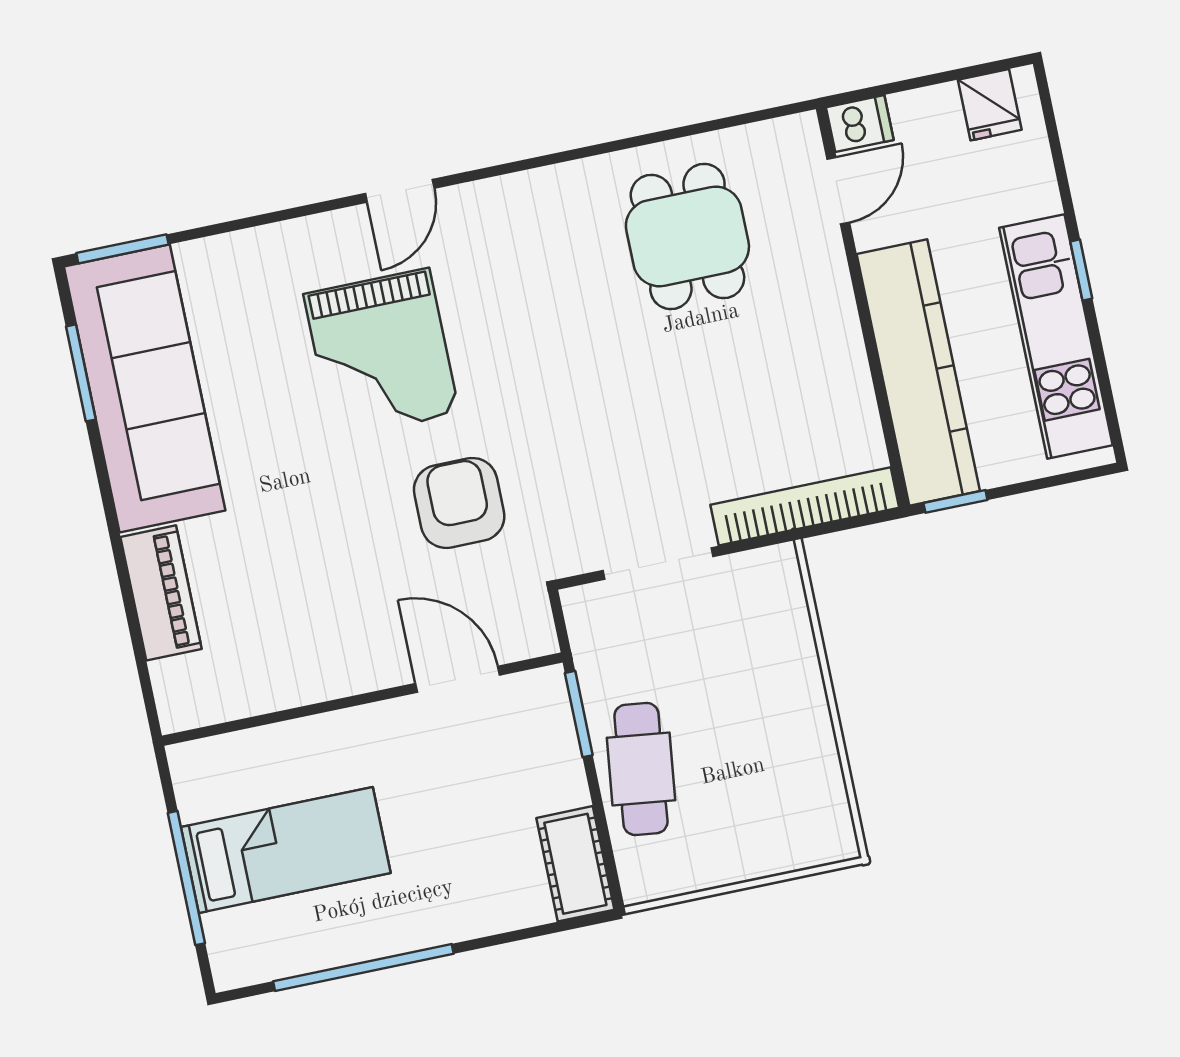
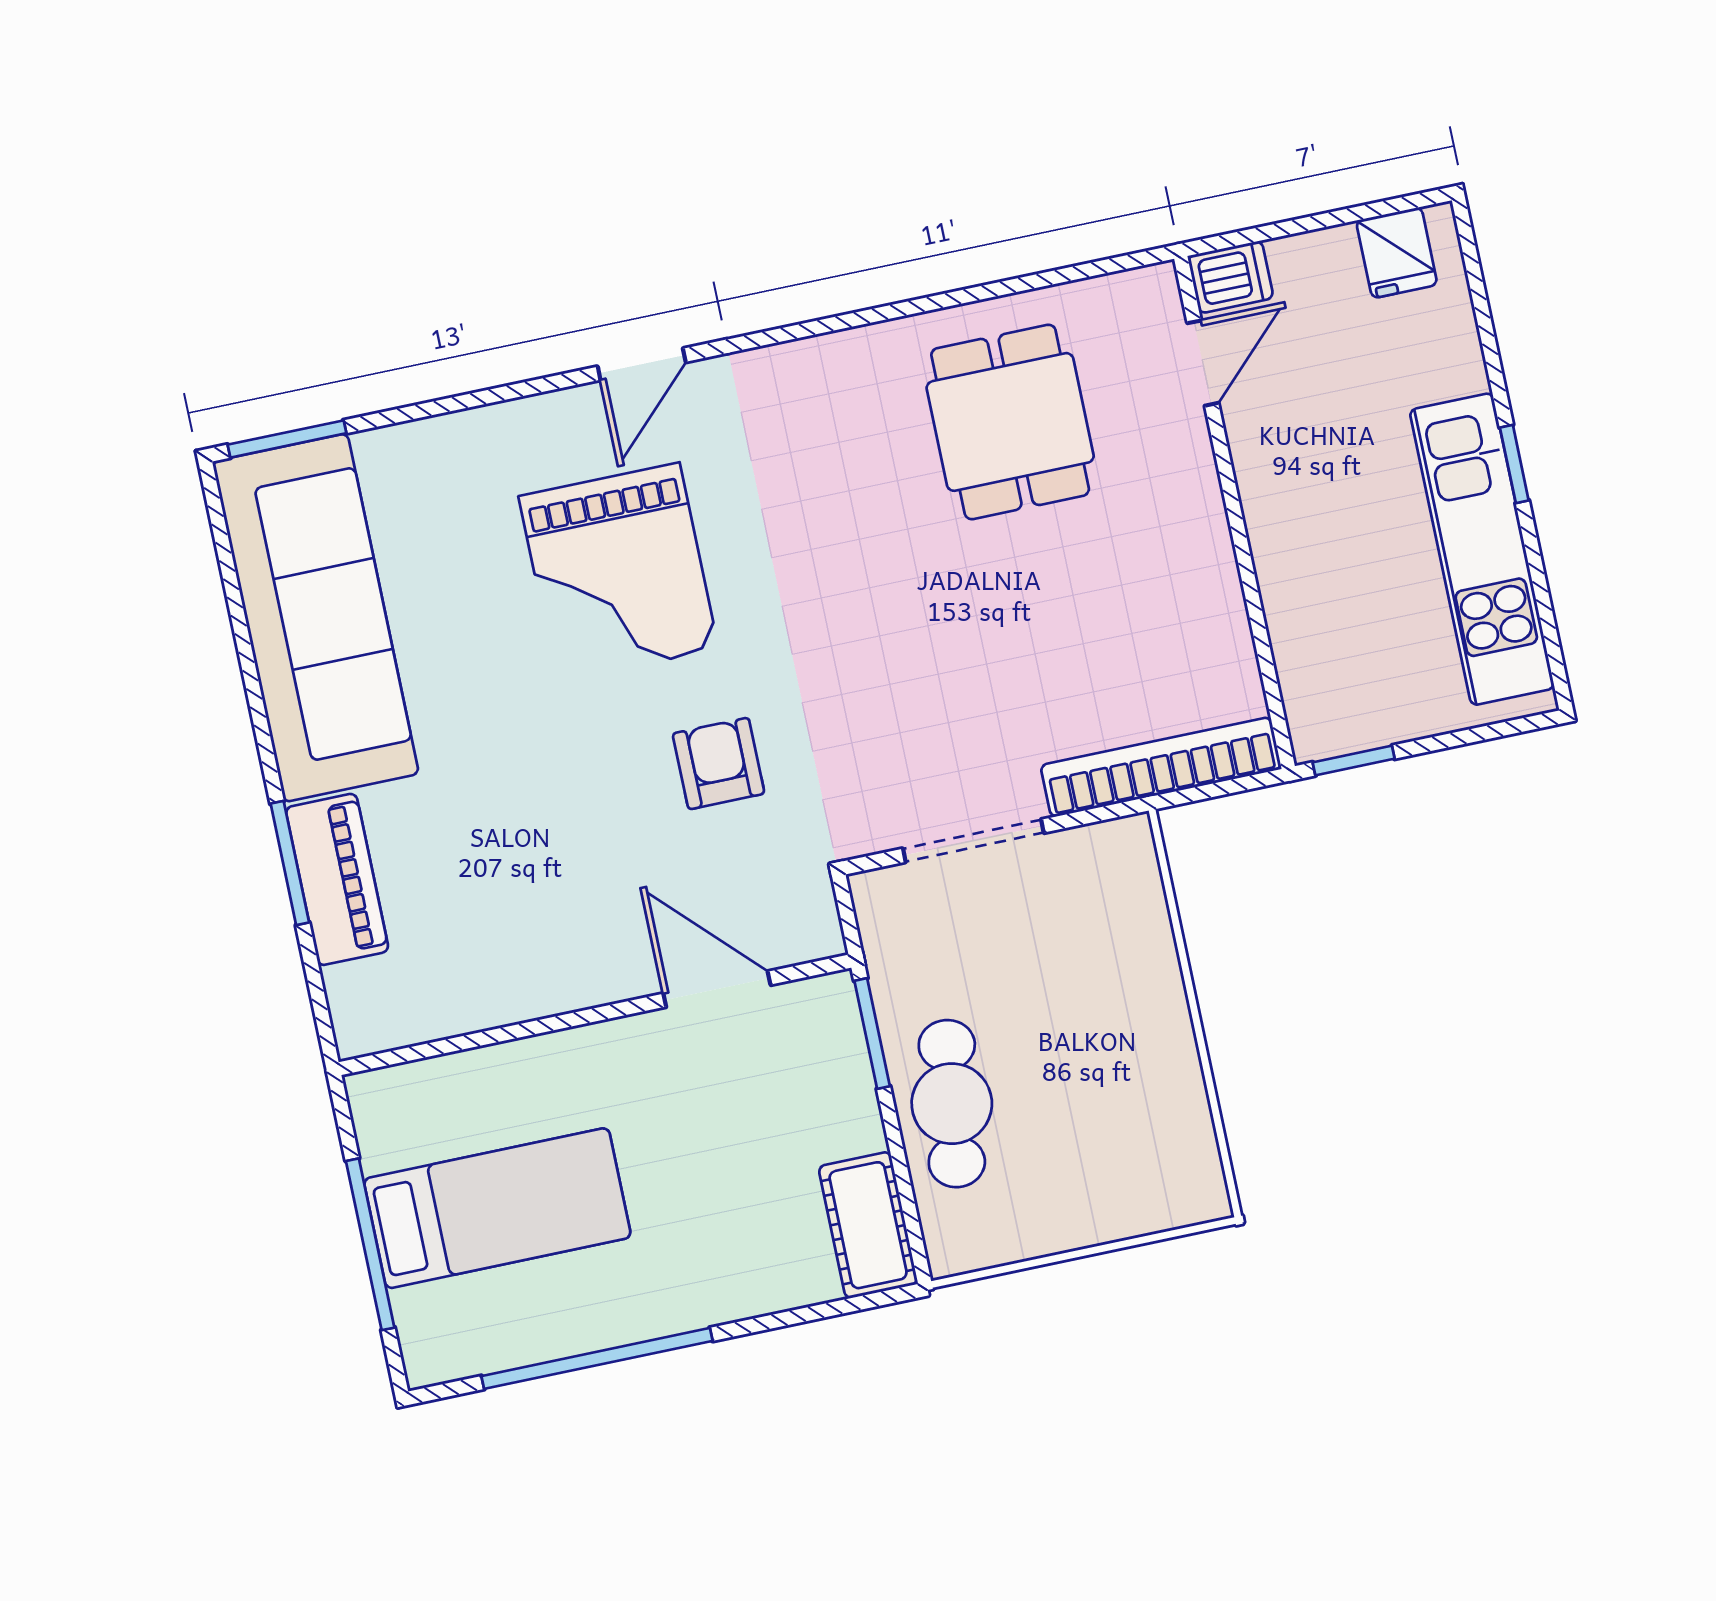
kitchen counter: (918, 372) -> (1306, 595), removed
window: (81, 373) -> (290, 863), moved
armchair: (459, 503) -> (719, 764), width x0.72, depth x0.72

